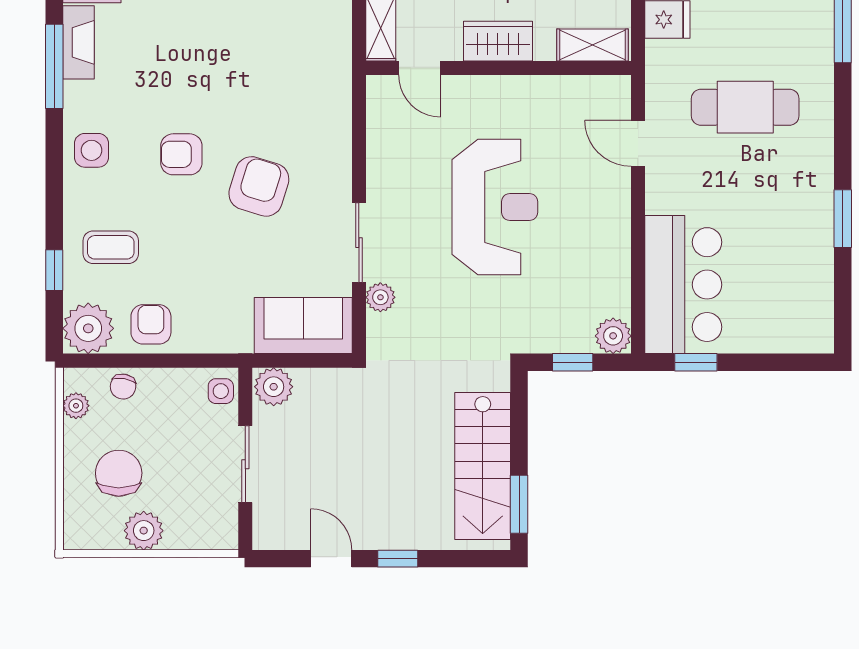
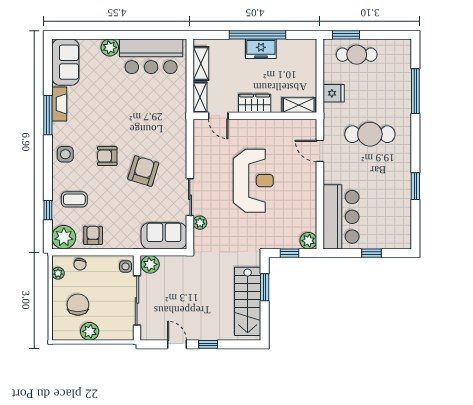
window: (696, 362) -> (371, 253), moved
sliding door: (245, 464) -> (137, 300), width x1.37
window: (519, 504) -> (265, 287), moved

